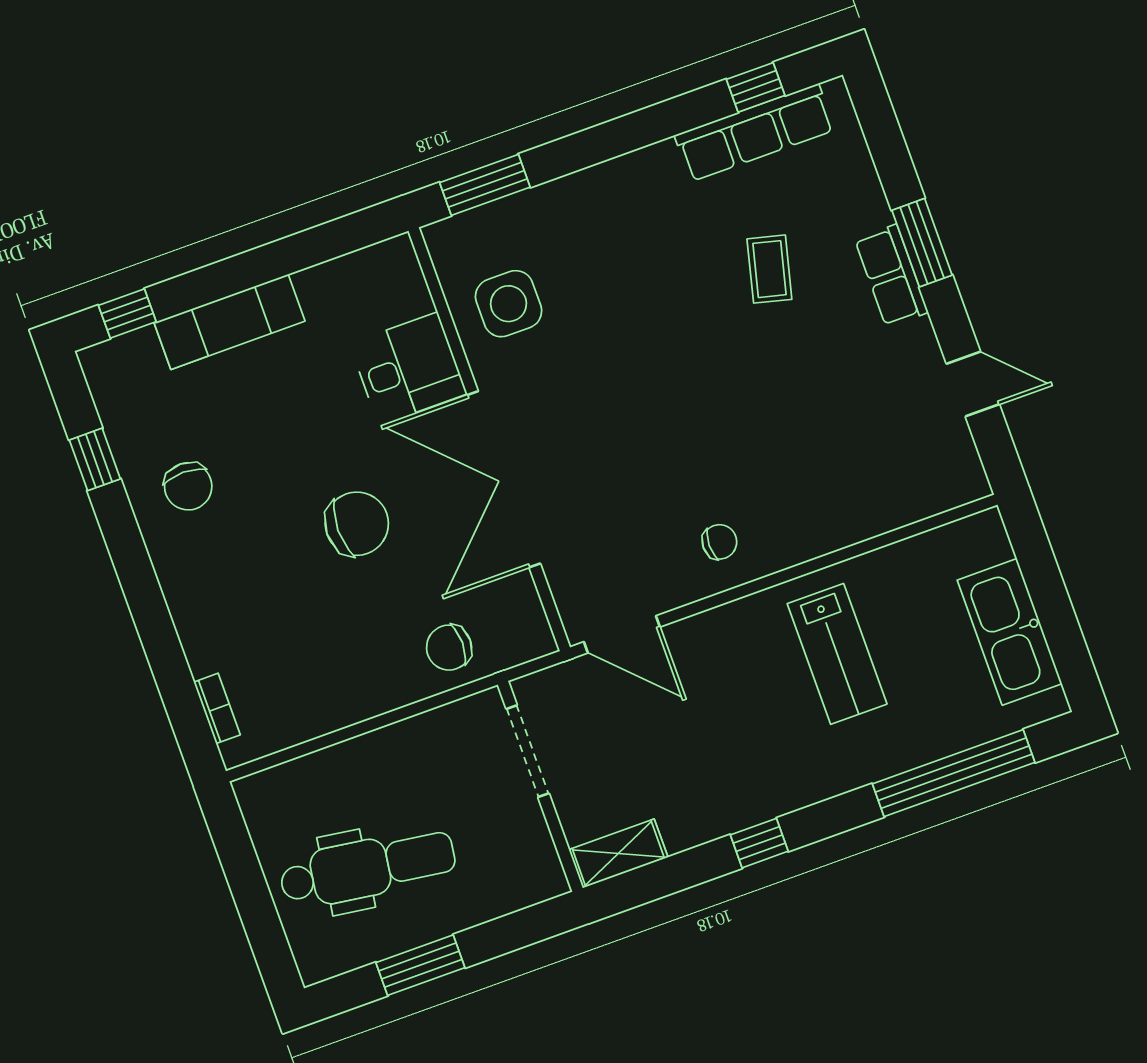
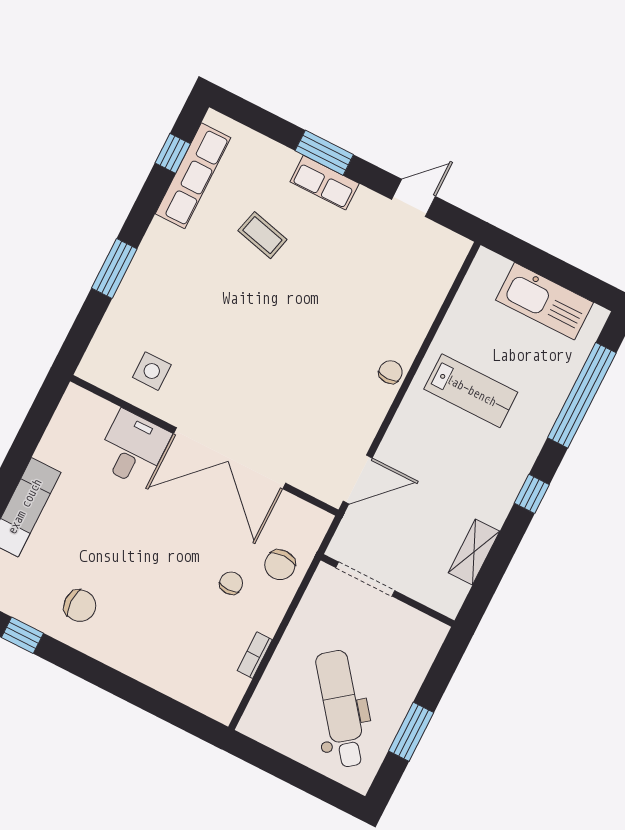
window: (485, 185) -> (114, 269), moved
side table: (509, 304) -> (152, 371), width x0.73, depth x0.73
chair: (357, 524) -> (231, 583), moved, width x0.54, depth x0.54
chair: (720, 542) -> (390, 372), moved
bookcase: (217, 708) -> (255, 655), moved, turned -90
window: (759, 843) -> (532, 494), moved
shelving: (618, 854) -> (474, 552), moved
dental chair: (368, 868) -> (341, 709), turned -46

